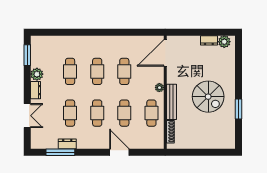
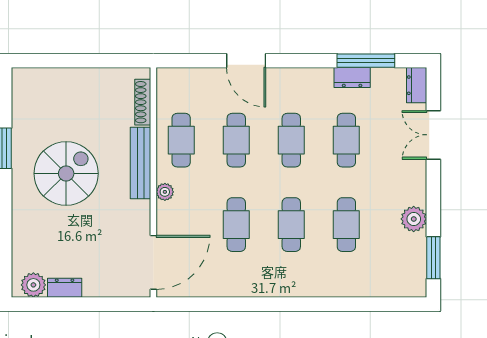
dresser: (35, 90) -> (417, 85), moved
spiral stairs: (208, 97) -> (66, 174), turned 90

